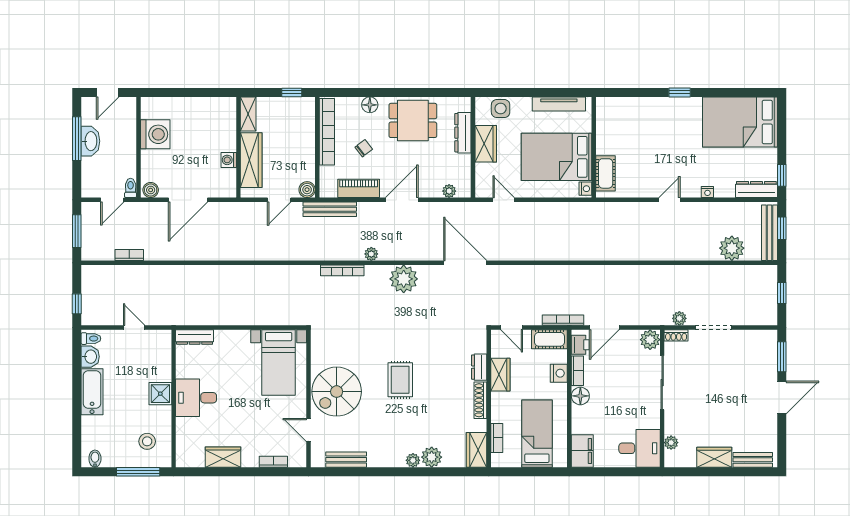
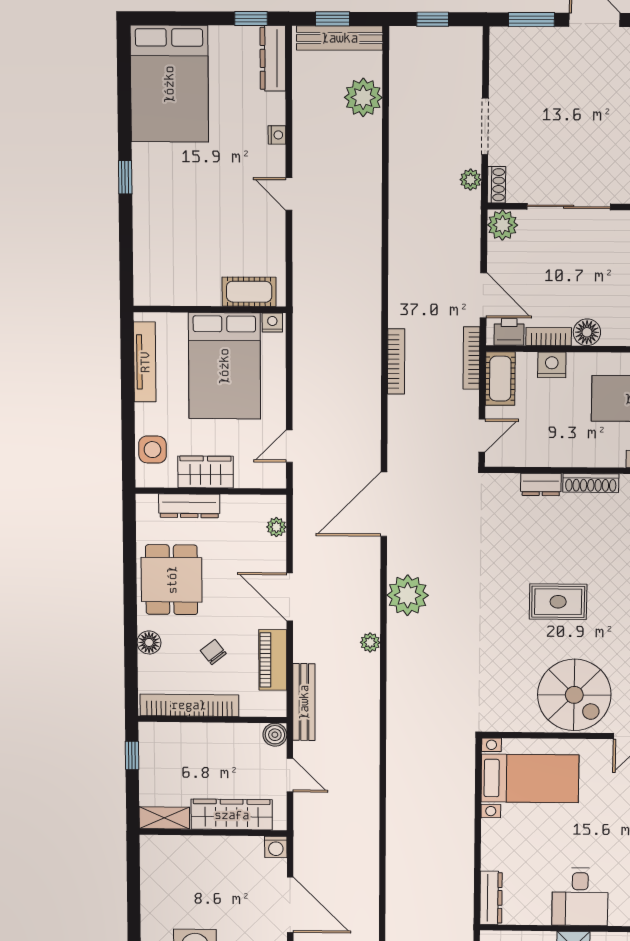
washing machine: (229, 160) -> (276, 847), moved
bookcase: (342, 270) -> (396, 361), moved
wardrobe: (500, 375) -> (553, 453), removed

